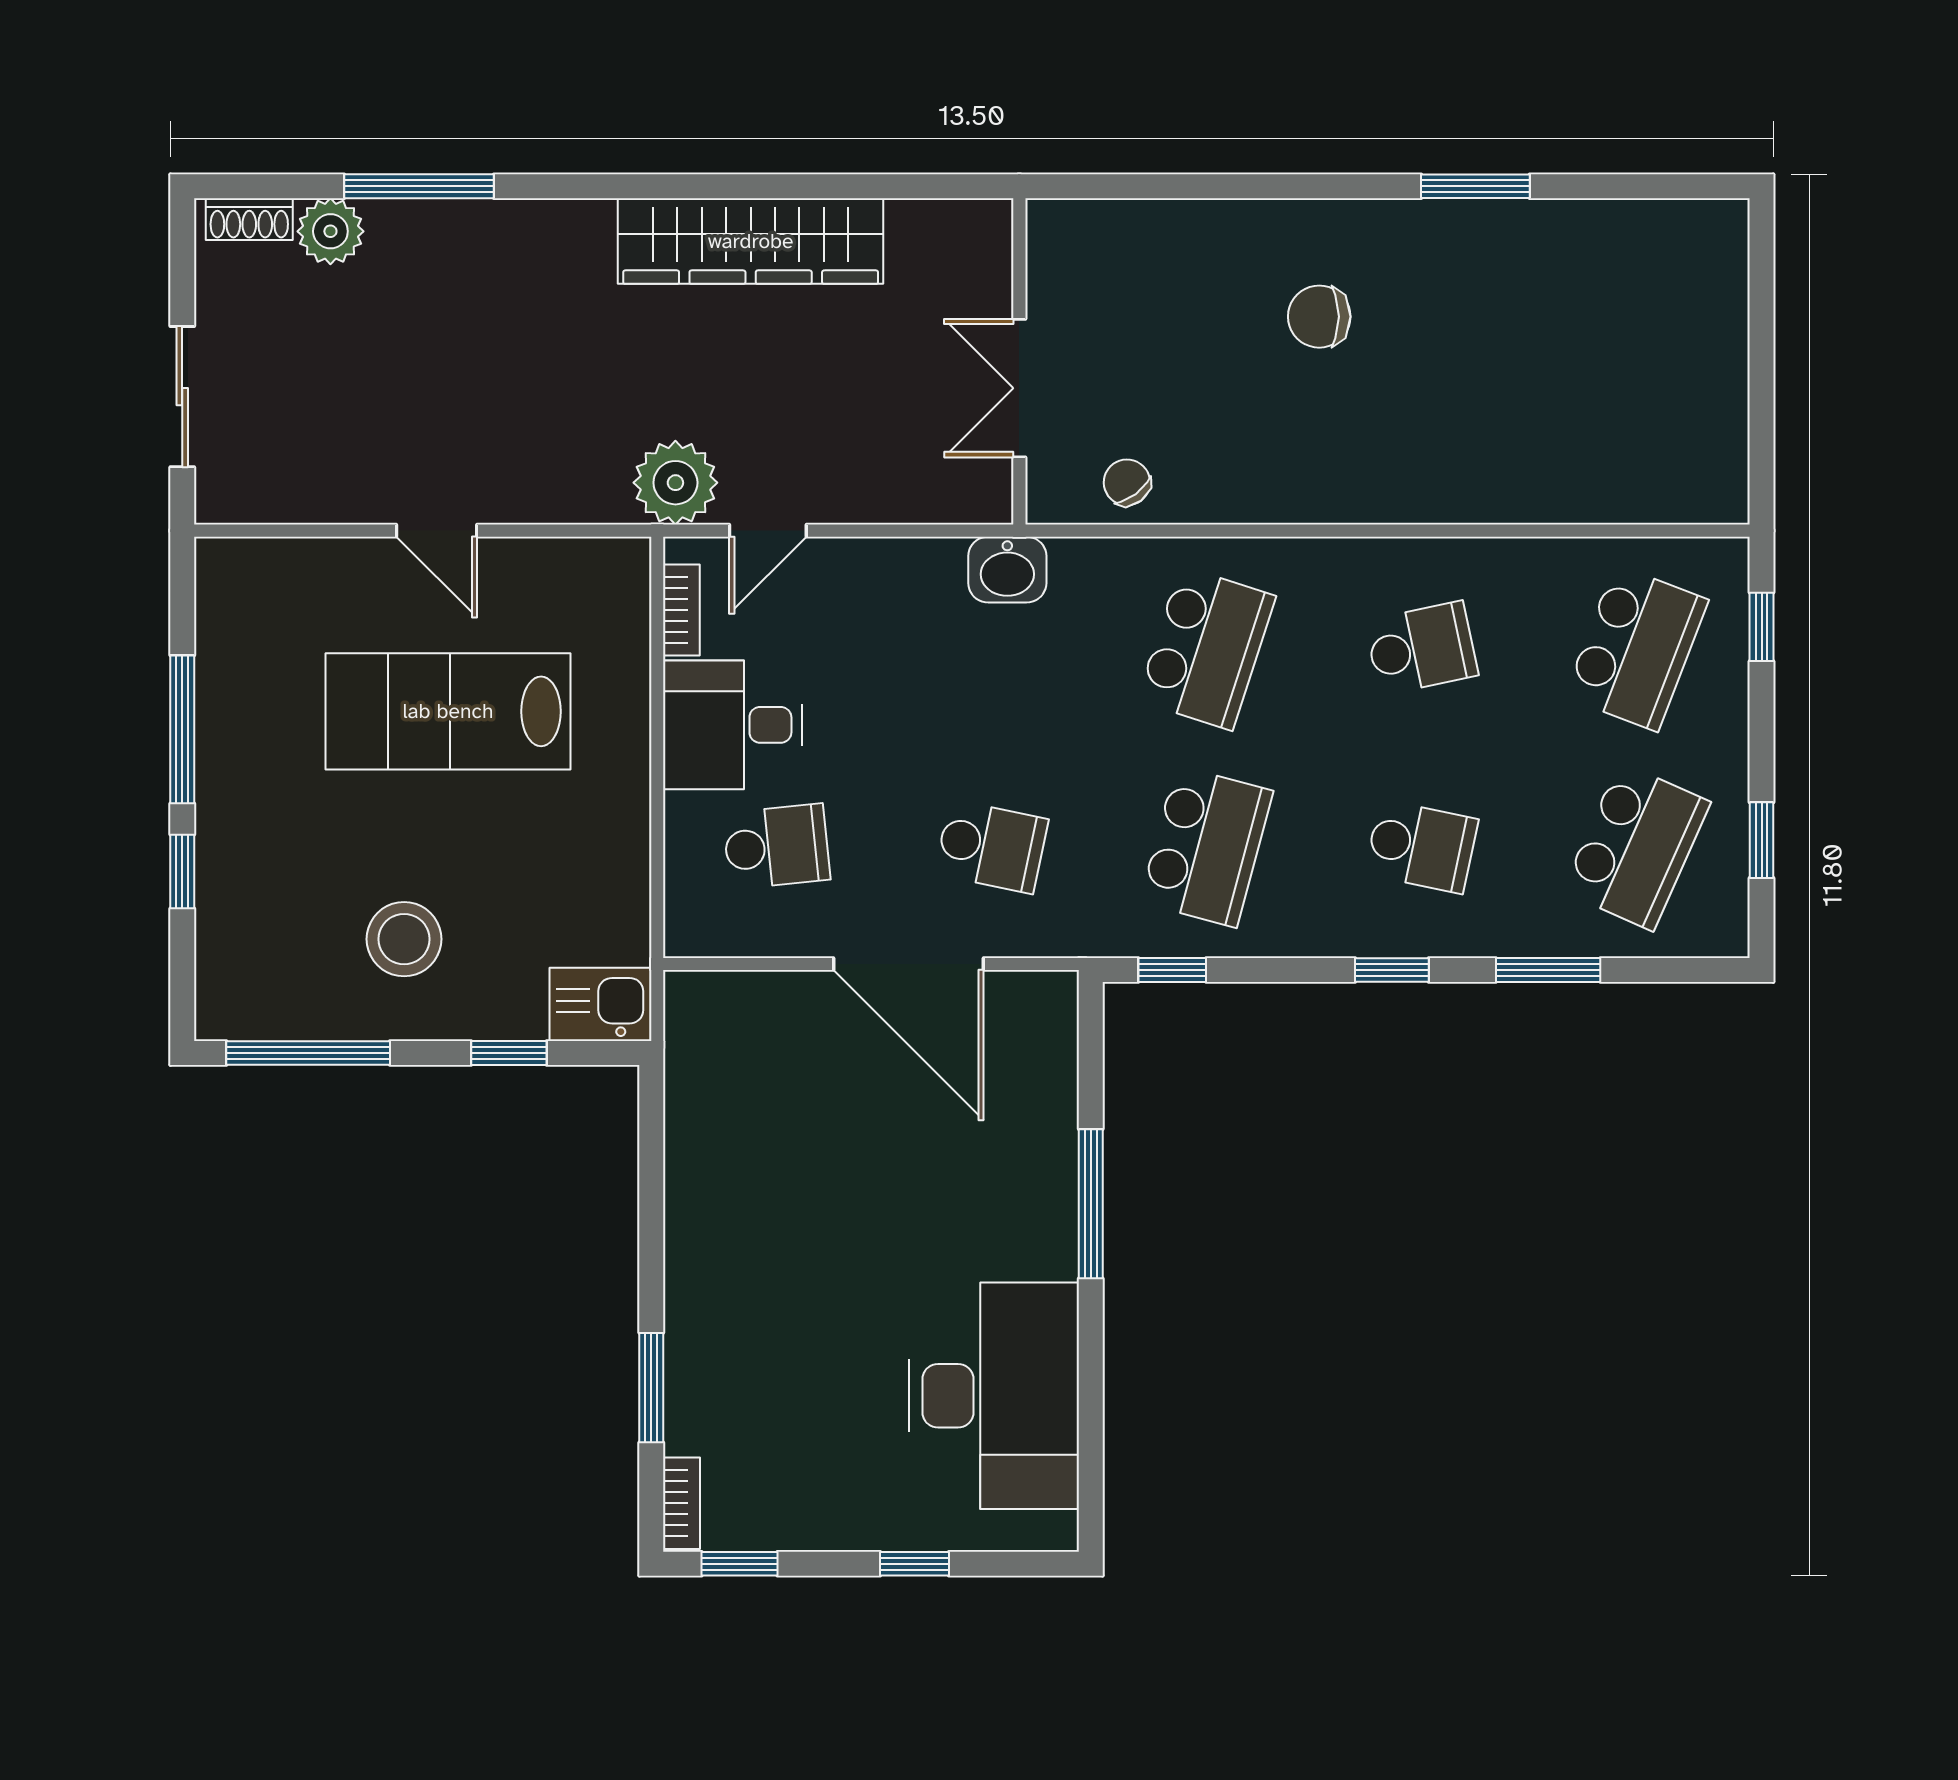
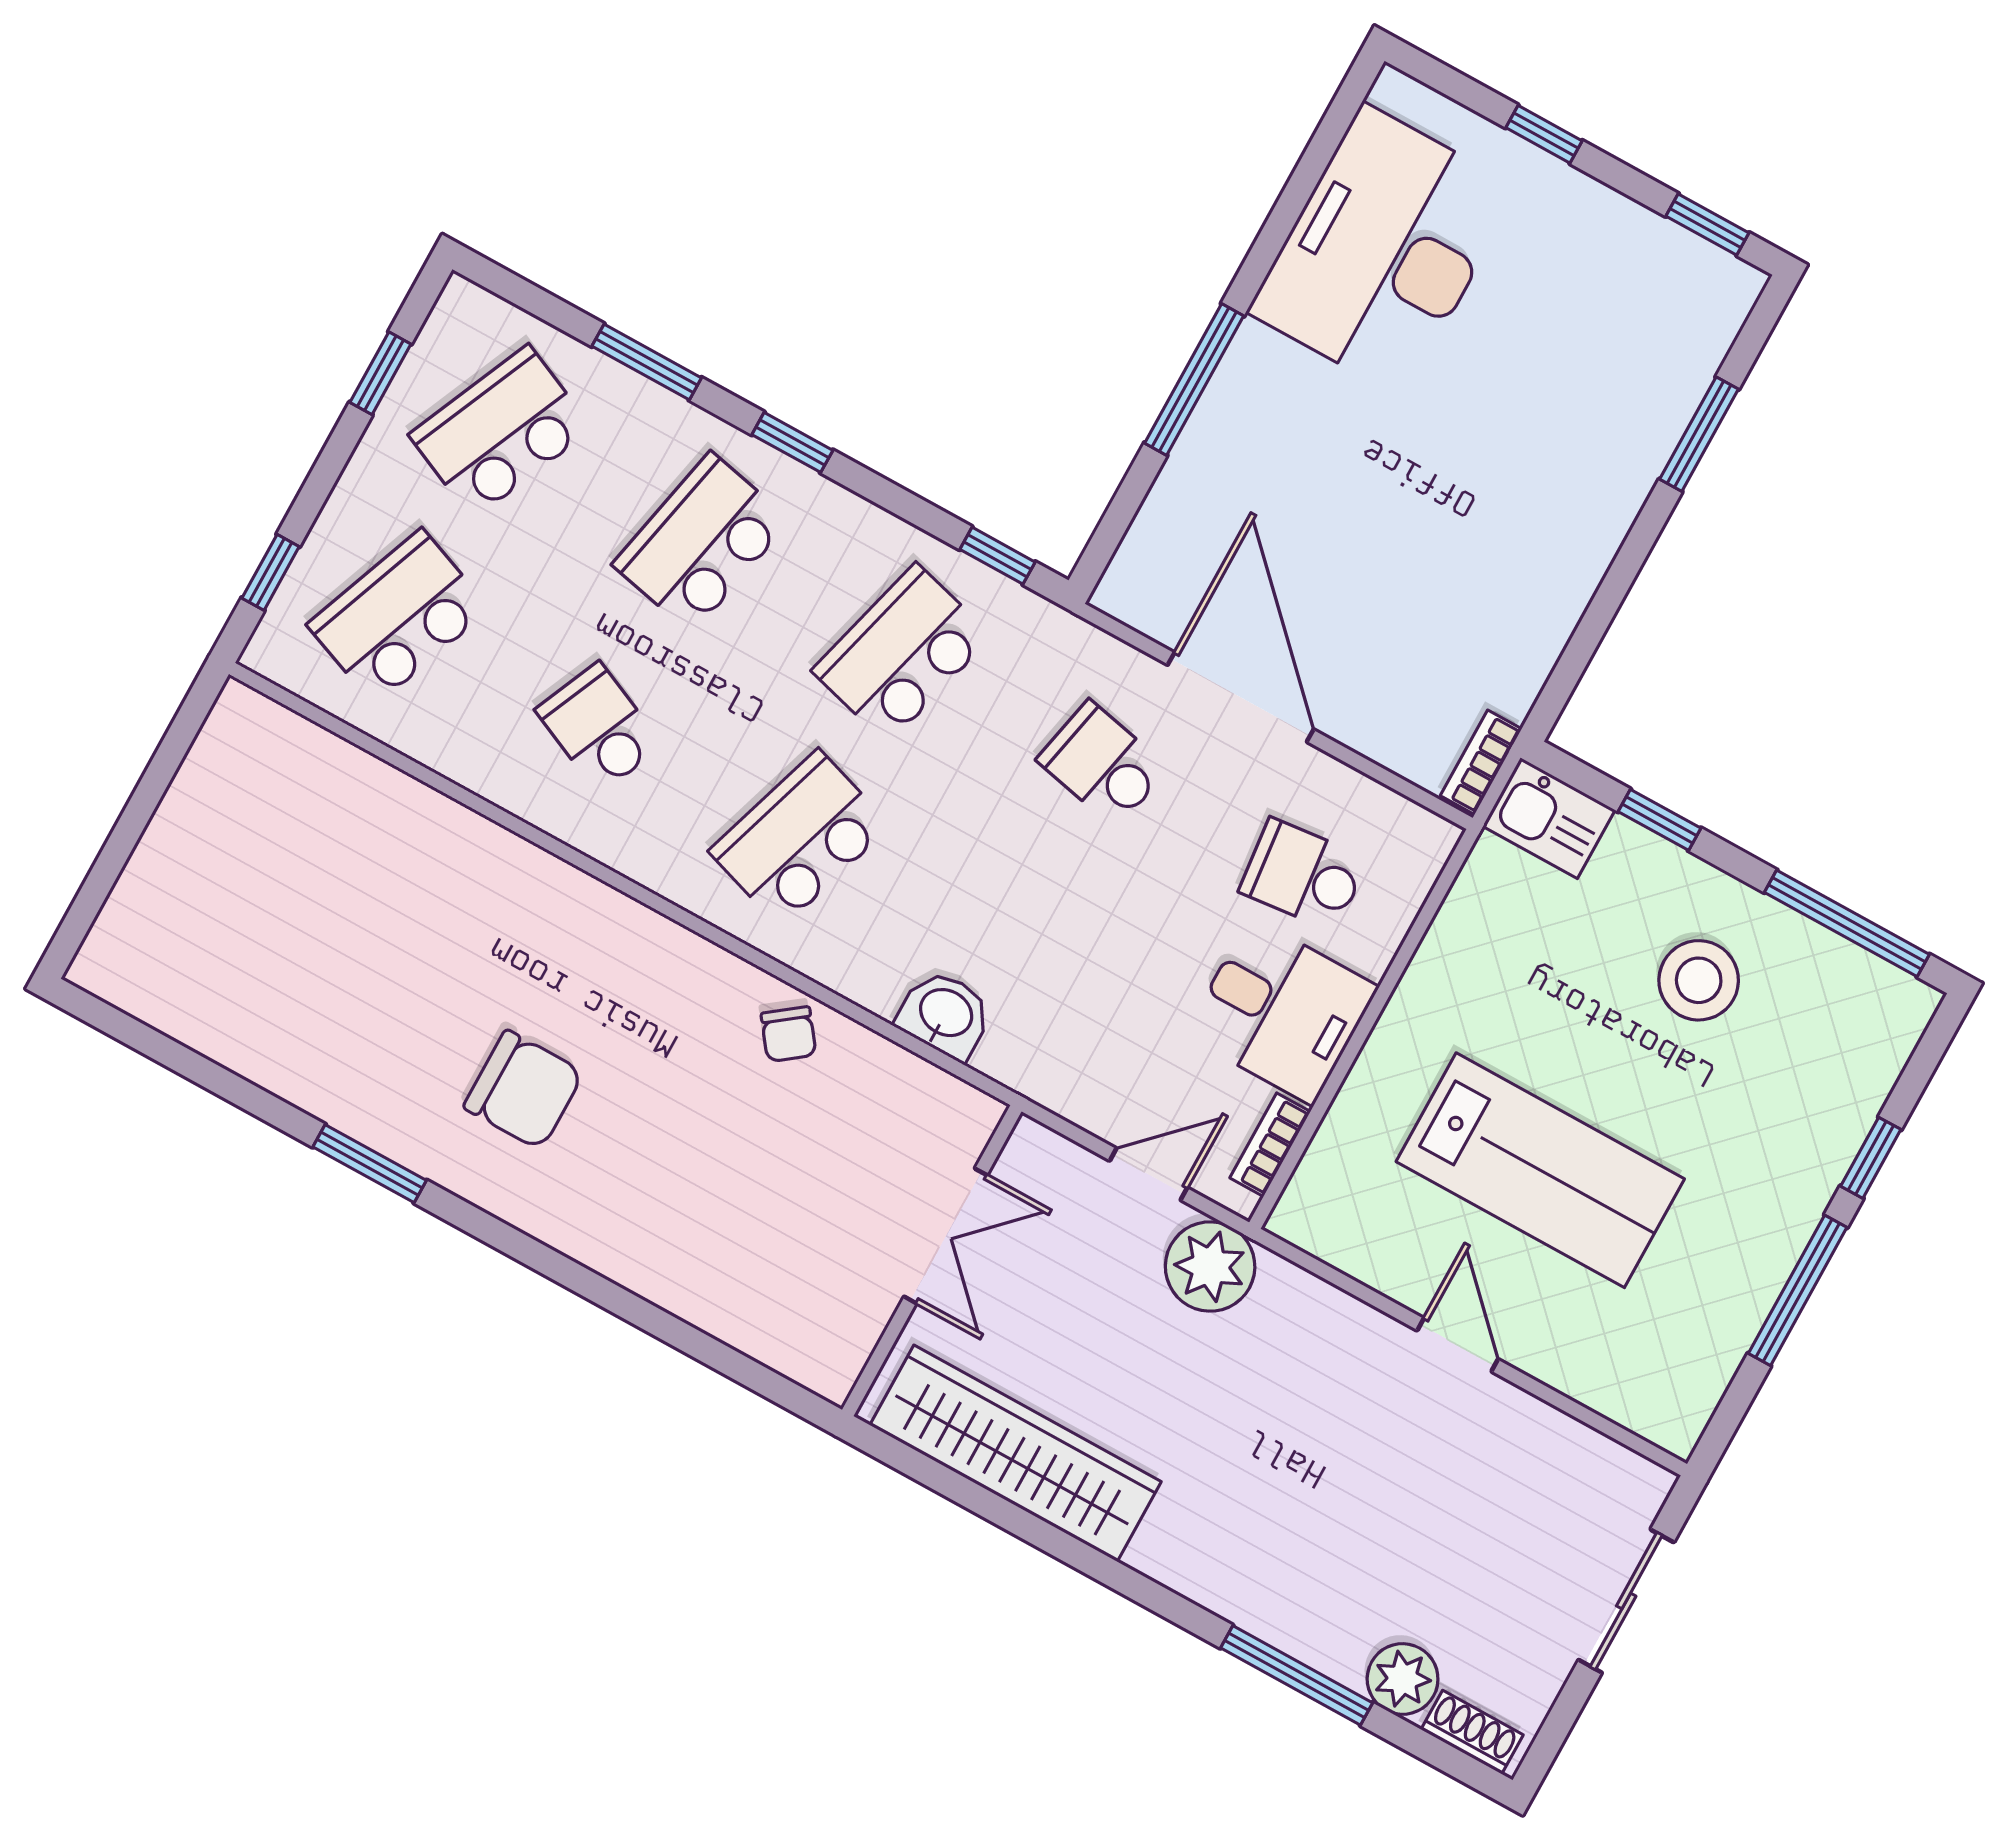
window: (1475, 186) -> (370, 1164), moved
chair: (1319, 317) -> (524, 1090), width x1.37, depth x1.37
wall: (1019, 361) -> (932, 1261), moved
double door: (1019, 388) -> (946, 1236), moved
school desk: (1421, 648) -> (599, 728), turned 36
school desk: (1421, 846) -> (701, 543), width x1.85
bookcase: (682, 1503) -> (1481, 762), moved

